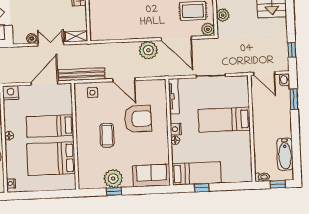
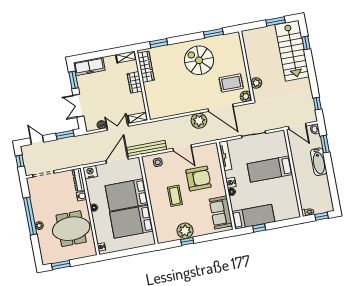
bed: (50, 126) -> (127, 195), width x1.50
bathtub: (285, 154) -> (319, 162), moved
sofa: (151, 176) -> (221, 213), moved, turned -90

